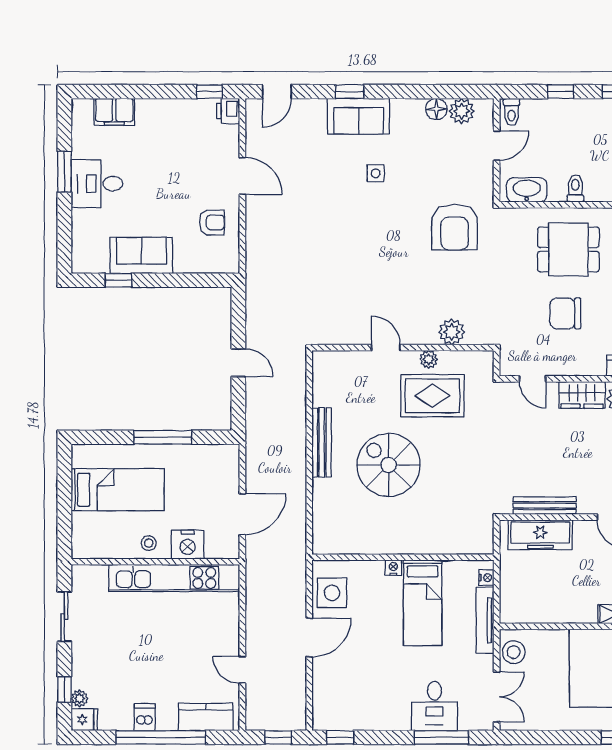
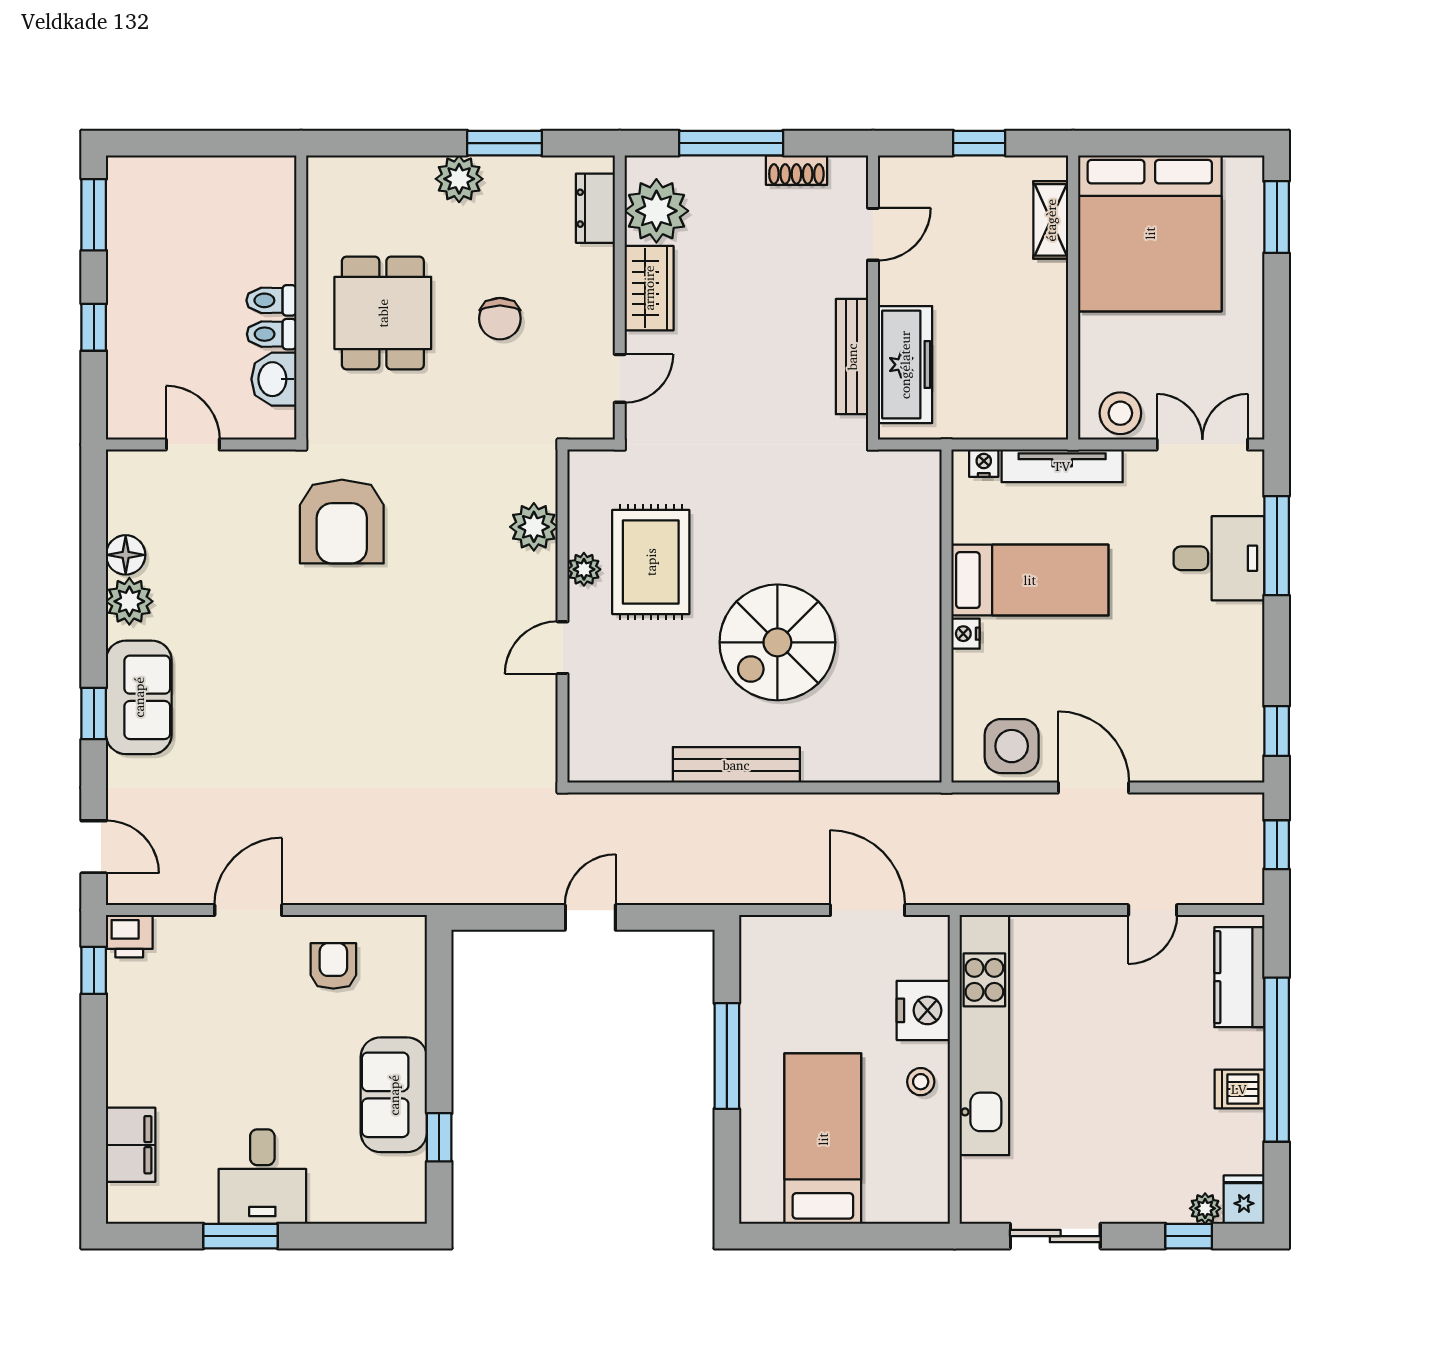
plant: (462, 111) -> (129, 601), moved
toilet: (511, 112) -> (272, 334), moved, turned 180
side table: (376, 173) -> (243, 666), removed
washbasin: (527, 190) -> (274, 379), width x0.72
armchair: (455, 227) -> (342, 522), turned 90
chair: (565, 313) -> (500, 319), width x0.73, depth x0.73

